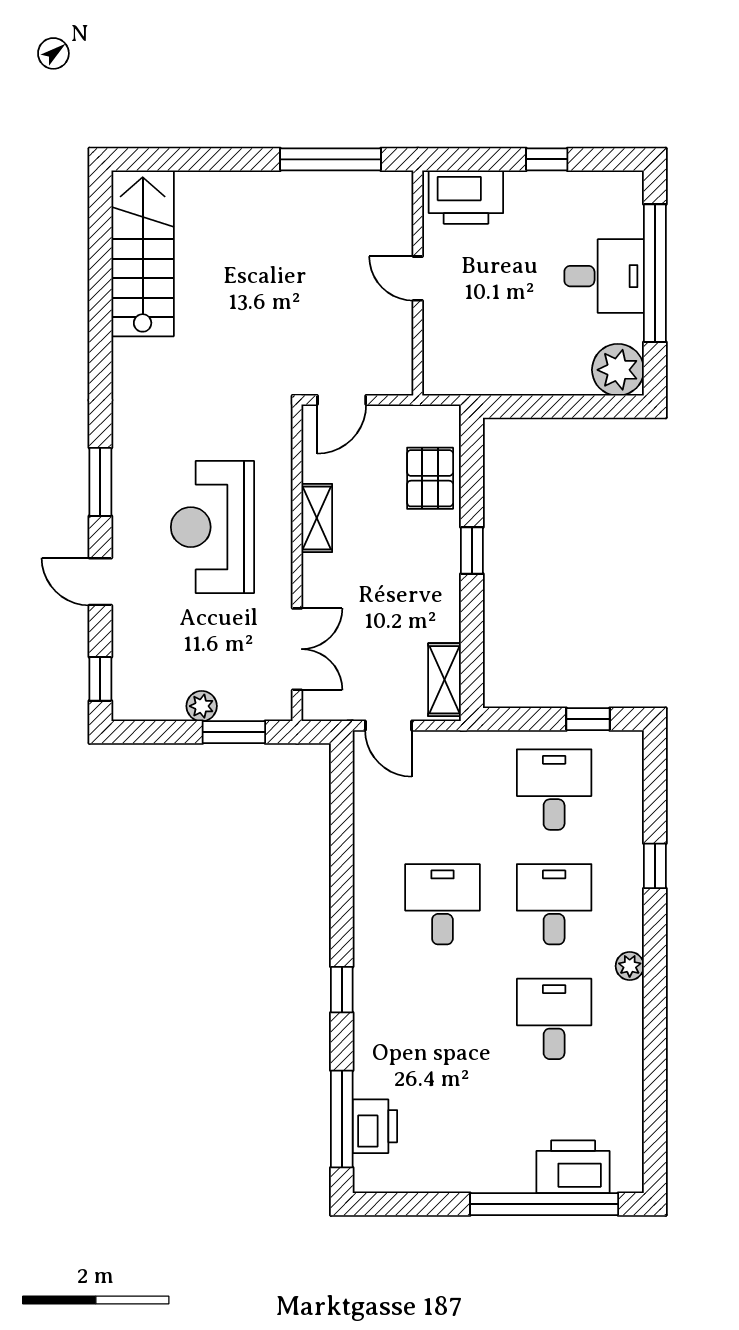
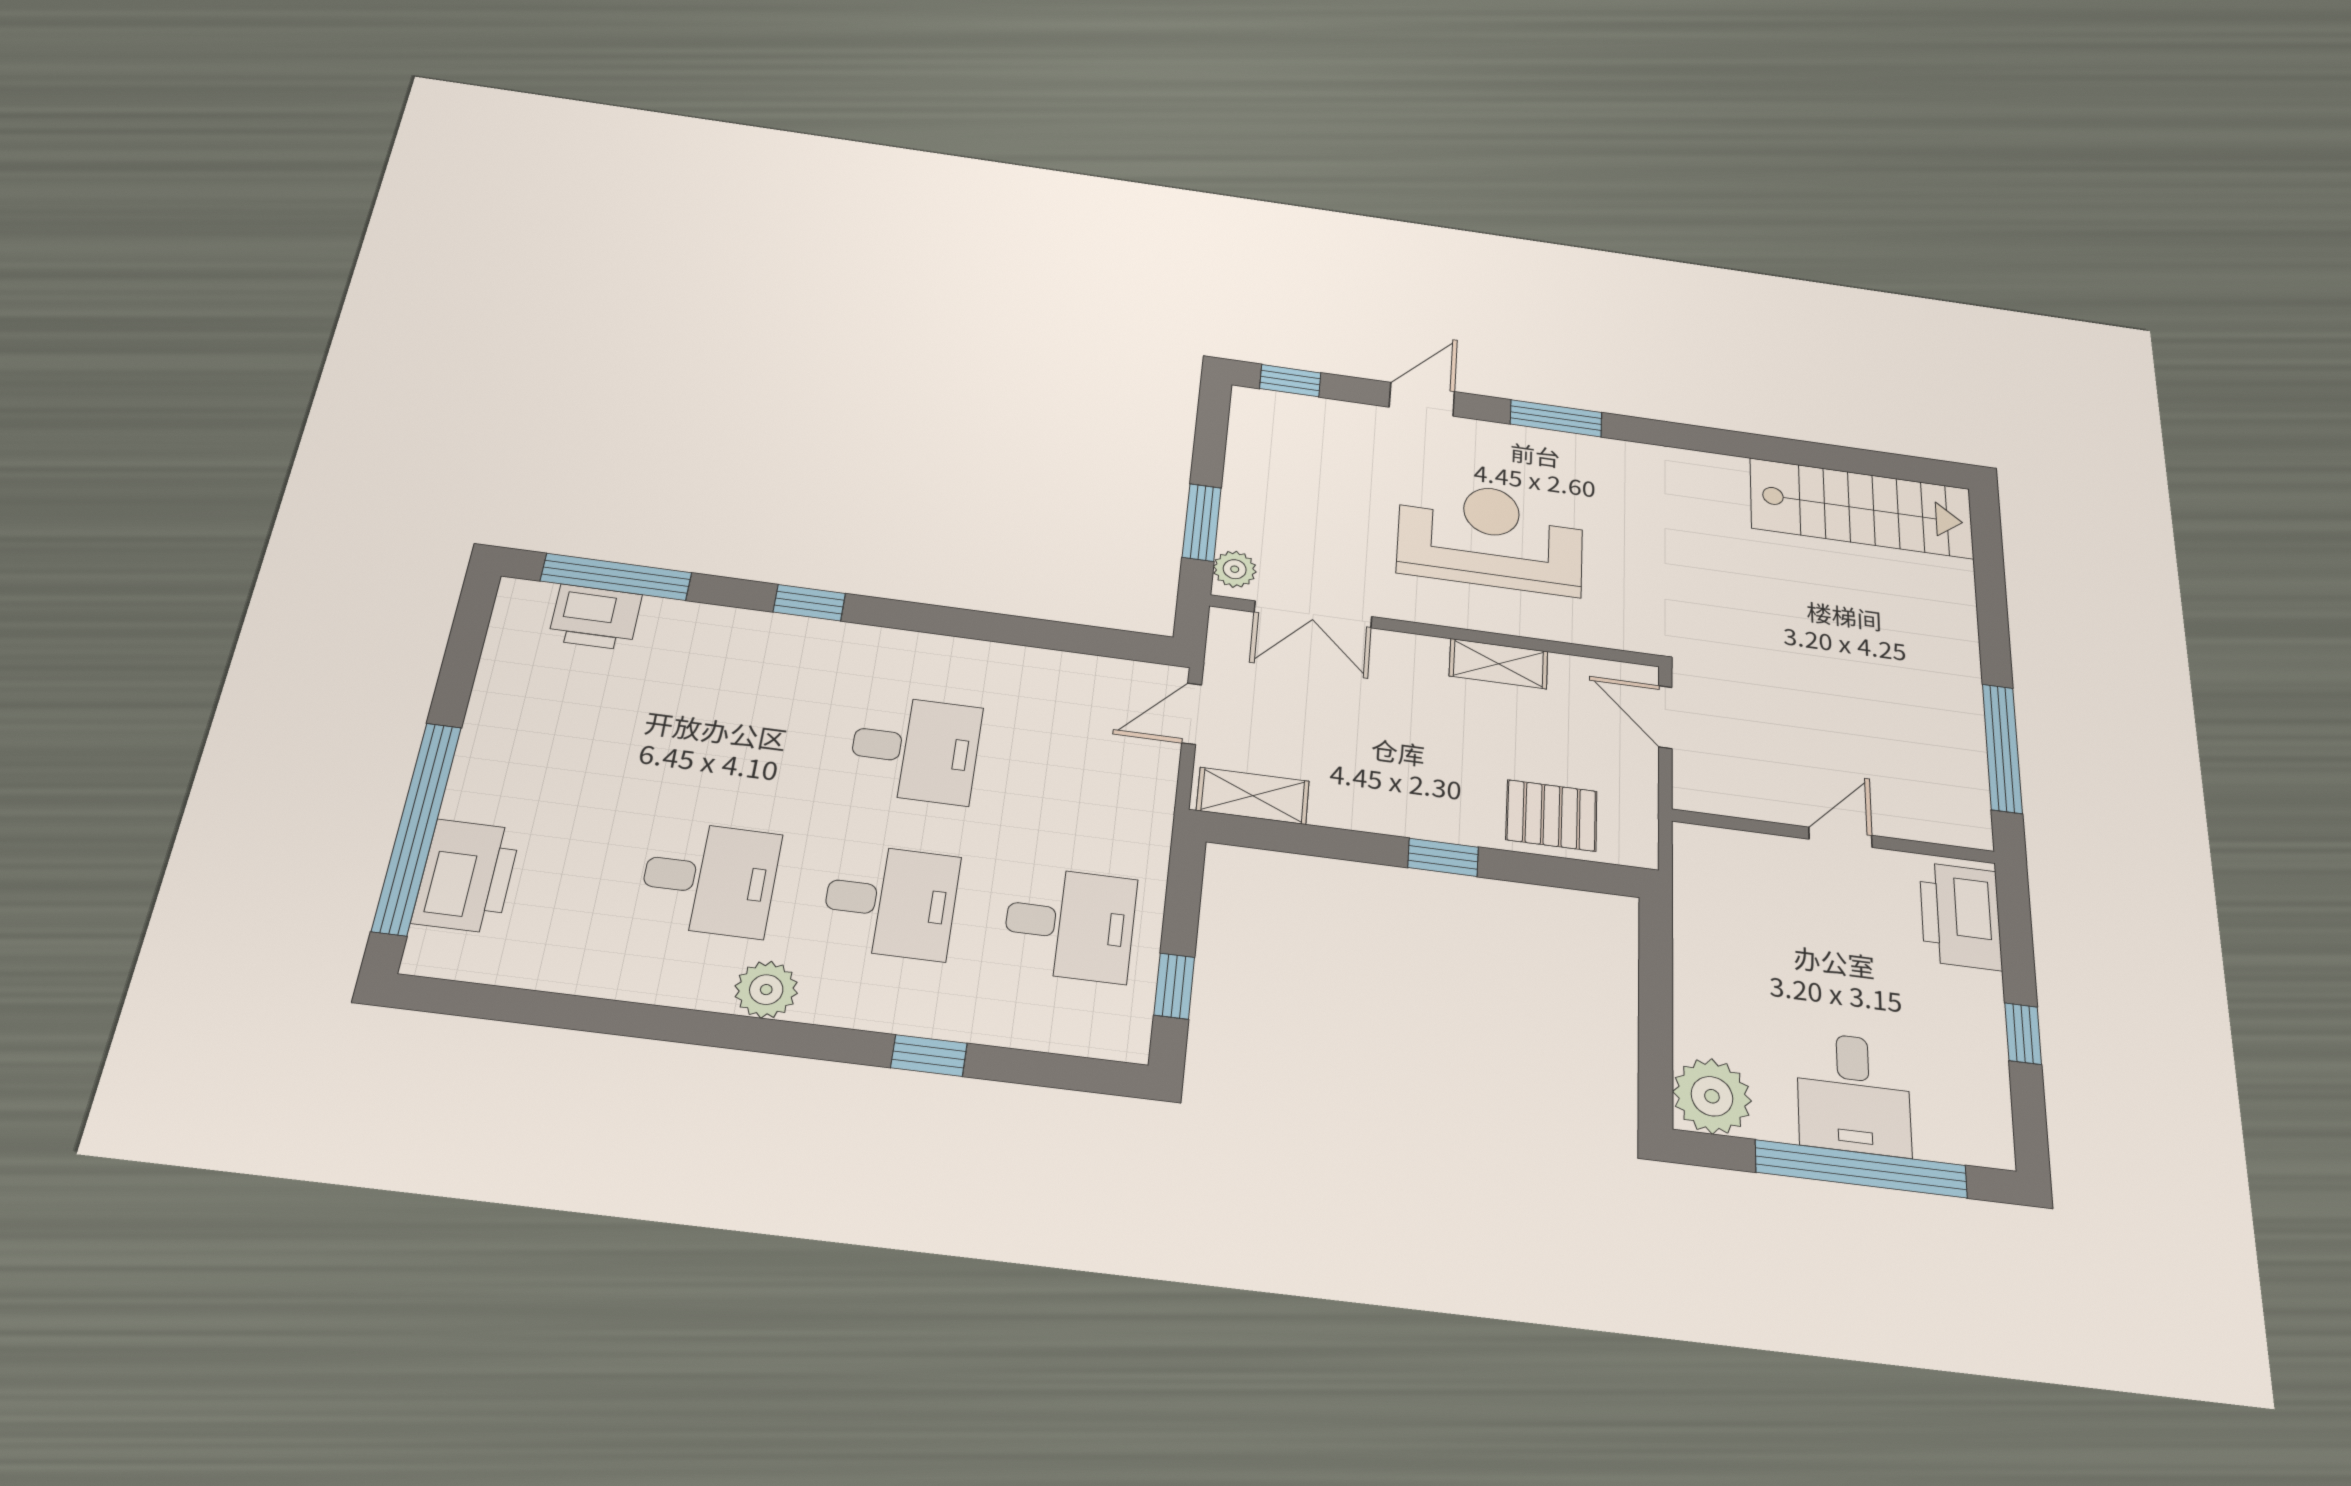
plant: (202, 706) -> (1235, 569), moved
plant: (630, 966) -> (766, 990), width x1.38, depth x1.38

